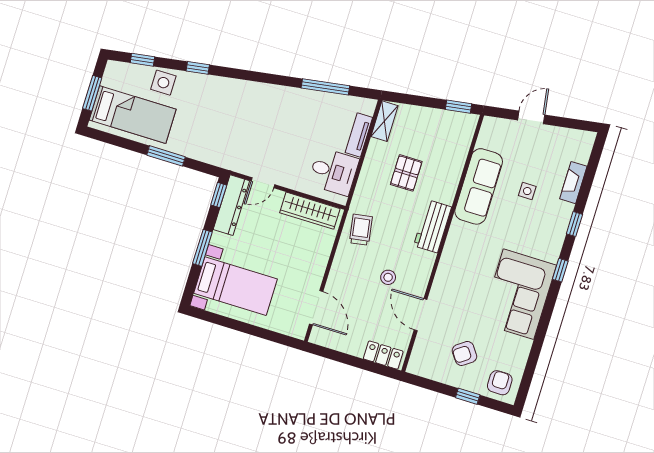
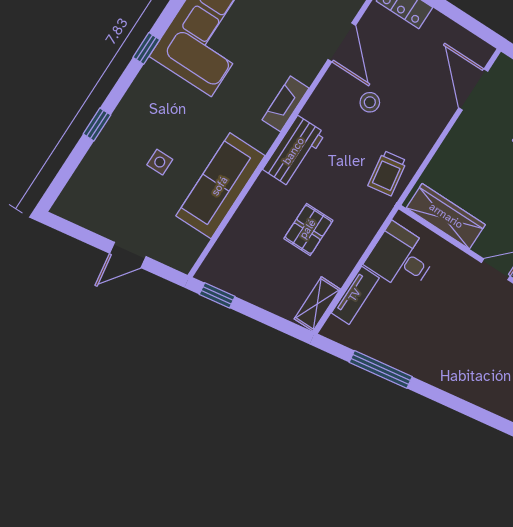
fireplace: (573, 183) -> (285, 104), moved, turned 180
window: (574, 224) -> (97, 124), moved

